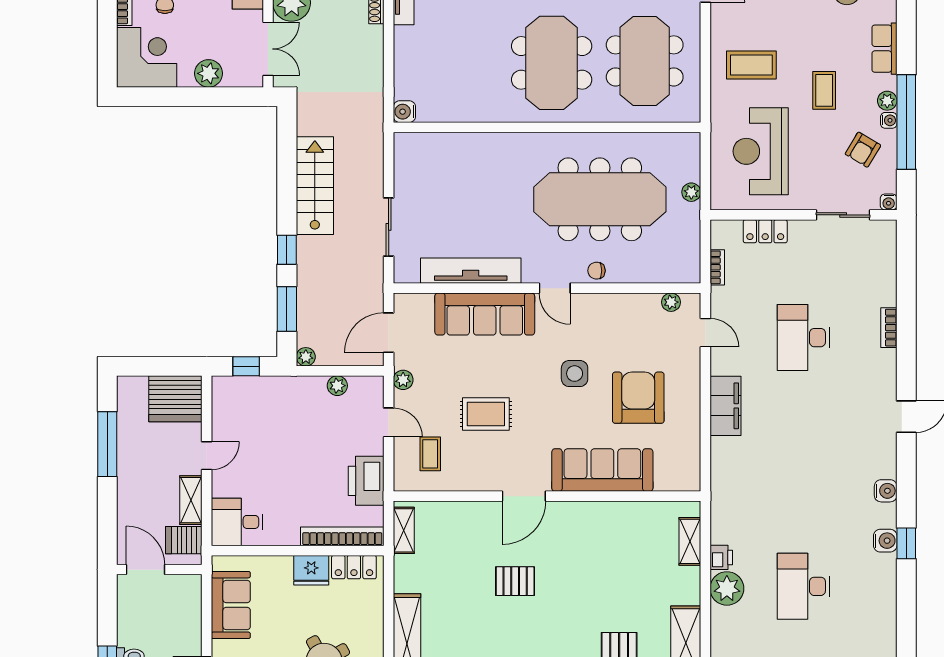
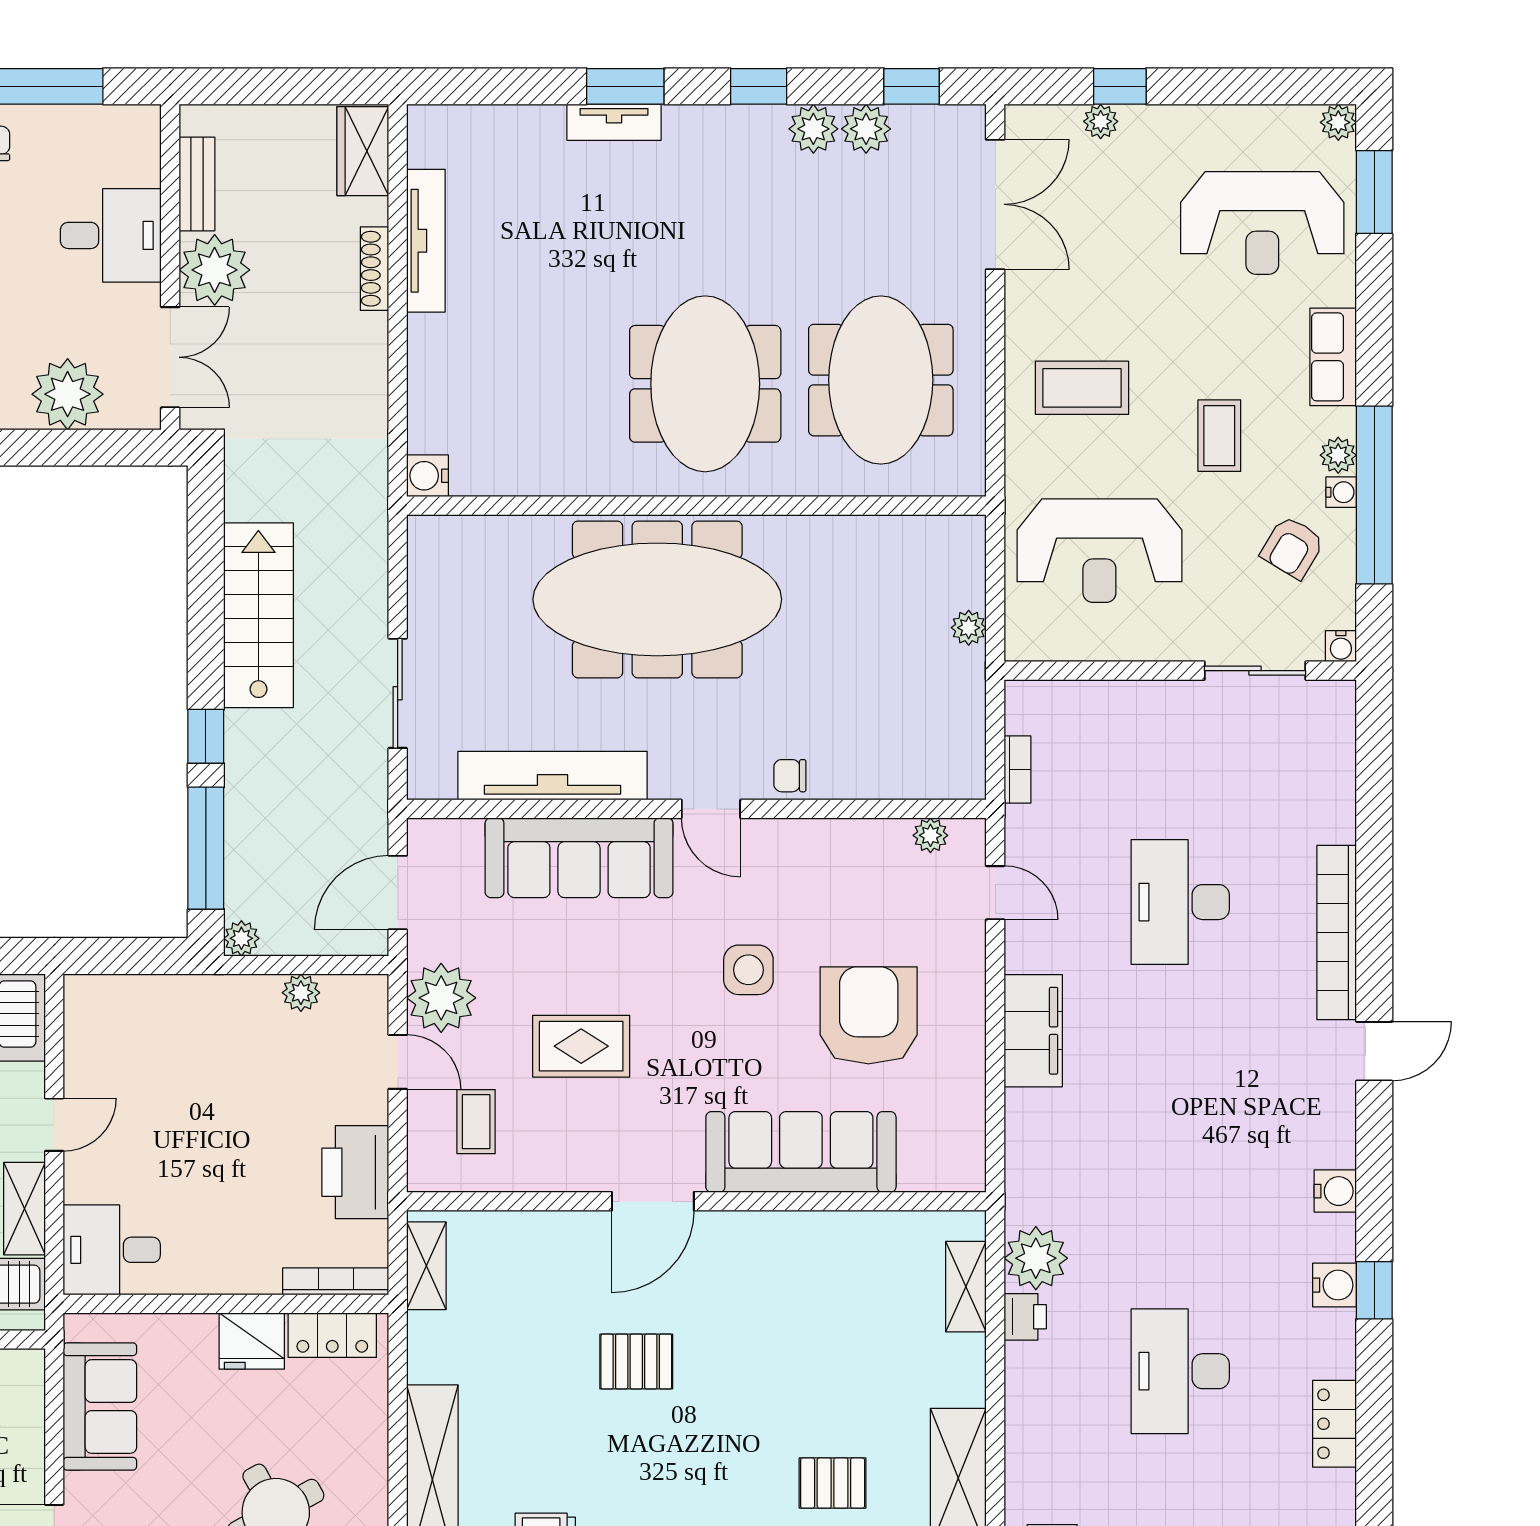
plant: (209, 73) -> (68, 394), width x1.36, depth x1.36
reception desk: (761, 151) -> (1099, 551), turned -90
meeting table: (600, 199) -> (657, 599), moved
locker: (765, 231) -> (1334, 1424), moved, turned 90
window: (287, 309) -> (206, 848), width x1.44
bookcase: (889, 328) -> (1337, 933), width x2.31, depth x1.31
window: (246, 366) -> (129, 956), removed
plant: (403, 380) -> (441, 998), width x1.88, depth x1.88
bookcase: (342, 536) -> (336, 1281), width x0.68, depth x0.76
plant: (727, 588) -> (1036, 1258), moved

